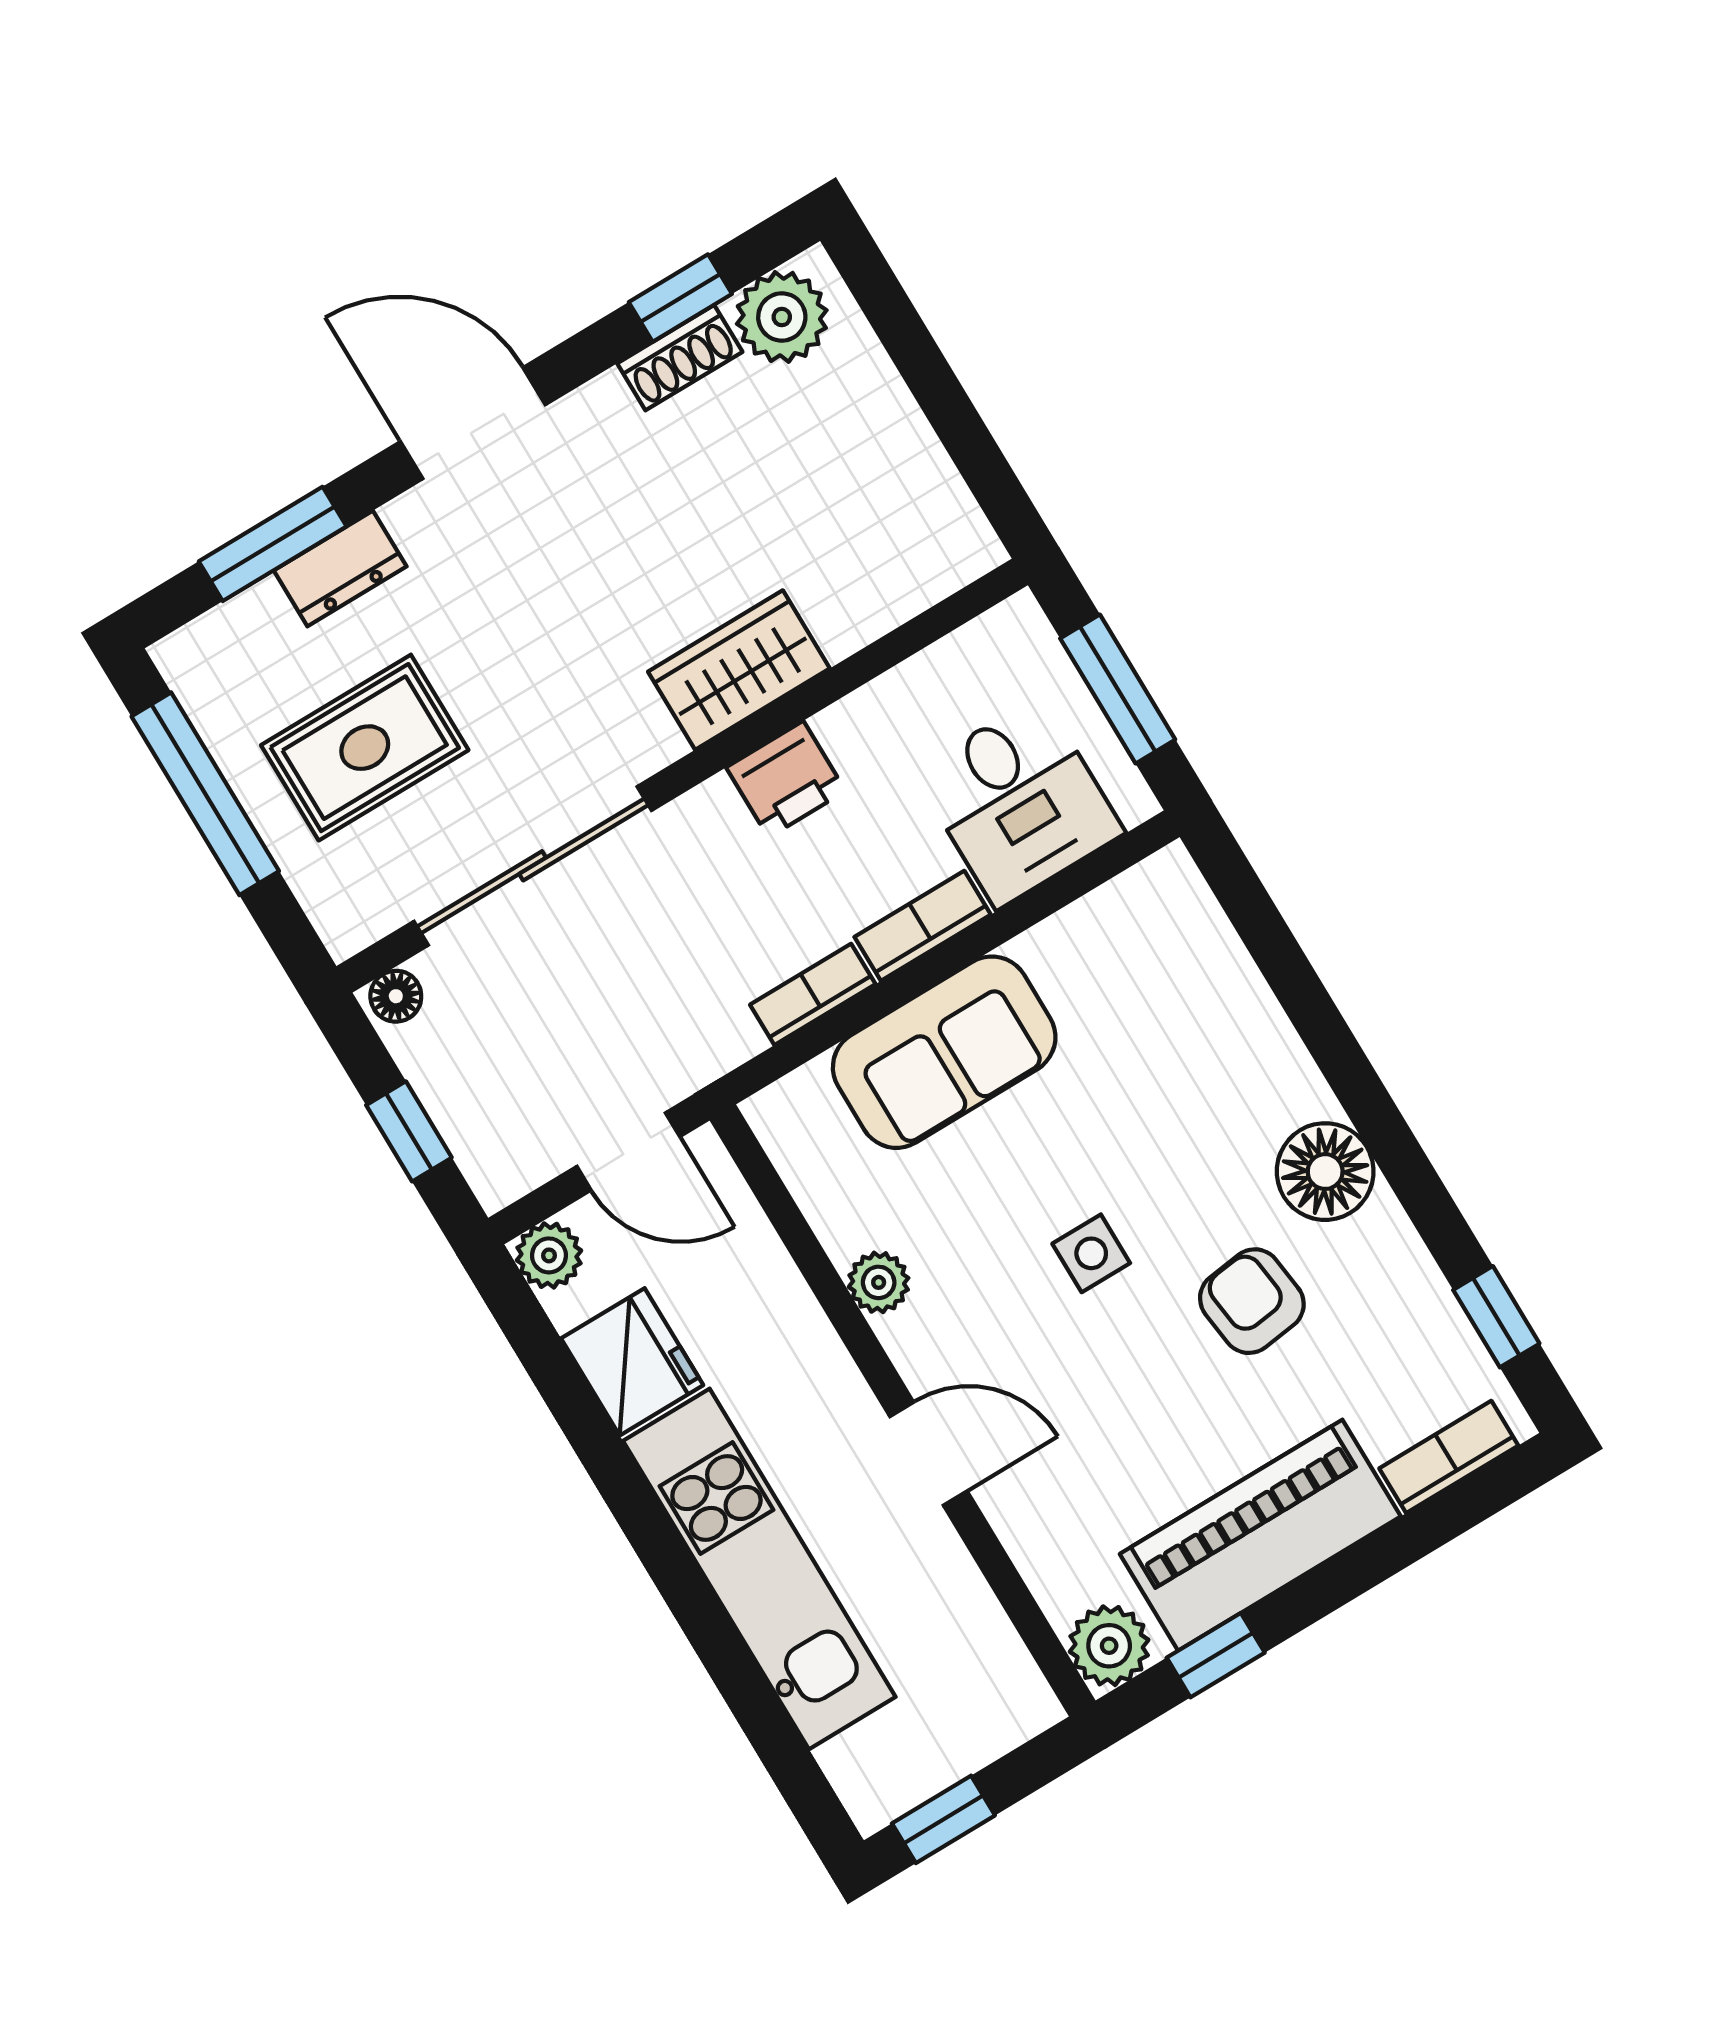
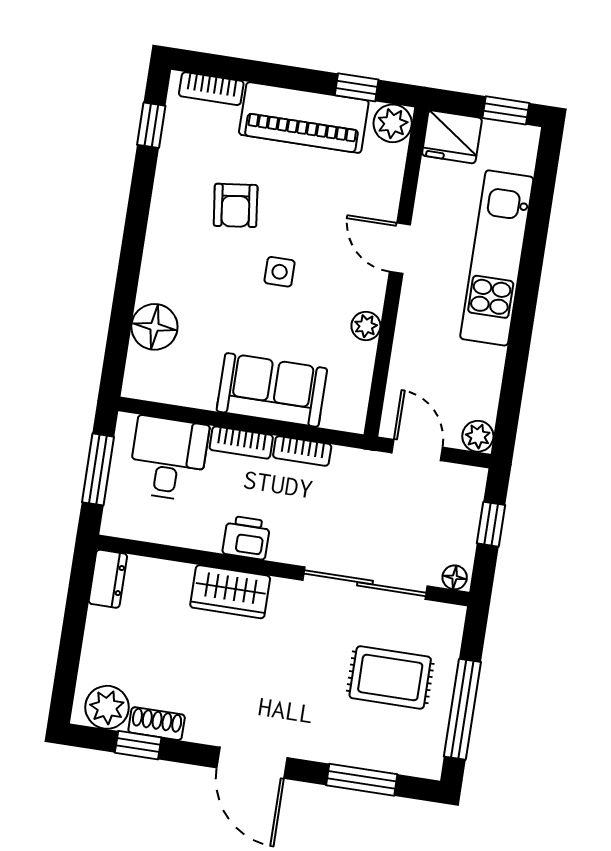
dresser: (340, 568) -> (108, 579), moved, turned 90
floor lamp: (1325, 1172) -> (154, 327), moved
fridge: (632, 1362) -> (452, 137), moved, turned -90

